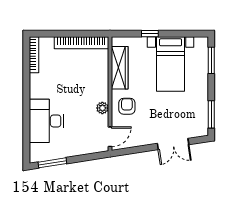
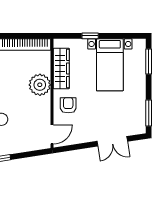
plant: (102, 108) -> (40, 85), moved, width x1.88, depth x1.88

